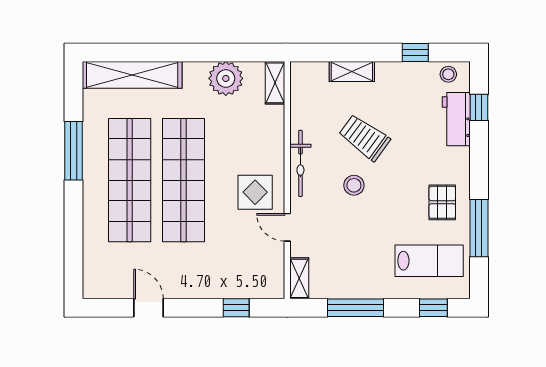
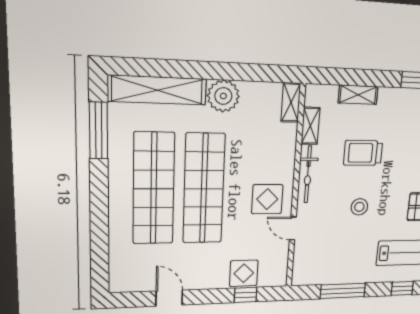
plant: (226, 78) -> (223, 96), moved
trolley: (364, 137) -> (363, 153), turned -36
window: (74, 151) -> (99, 131), moved
stool: (354, 185) -> (359, 207), moved
shelving: (299, 278) -> (310, 126), moved
display table: (233, 281) -> (244, 273), added

